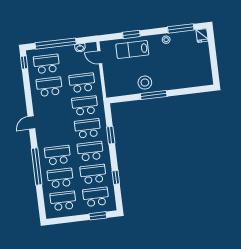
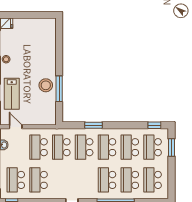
door: (100, 57) -> (16, 127), swing flipped
window: (154, 95) -> (59, 89), moved
window: (116, 177) -> (154, 125), moved

